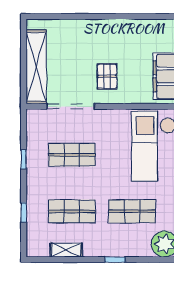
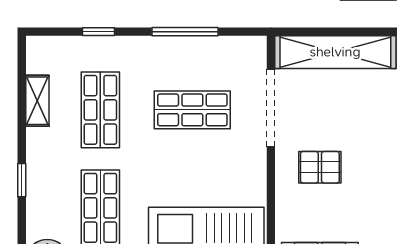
shop shelf: (72, 155) -> (192, 110), turned 90
window: (24, 159) -> (185, 32), width x2.17

